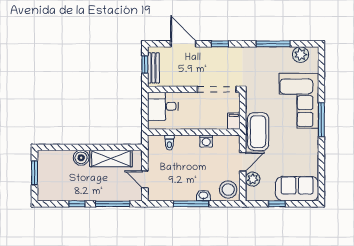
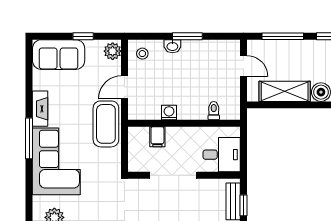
doorway: (217, 89) -> (173, 175), moved
filing cabinet: (234, 121) -> (157, 137), moved
fireplace: (312, 144) -> (40, 109), added
plant: (253, 179) -> (113, 51), moved
stool: (228, 190) -> (142, 54), width x0.53, depth x0.53
window: (191, 204) -> (187, 36), width x0.69

